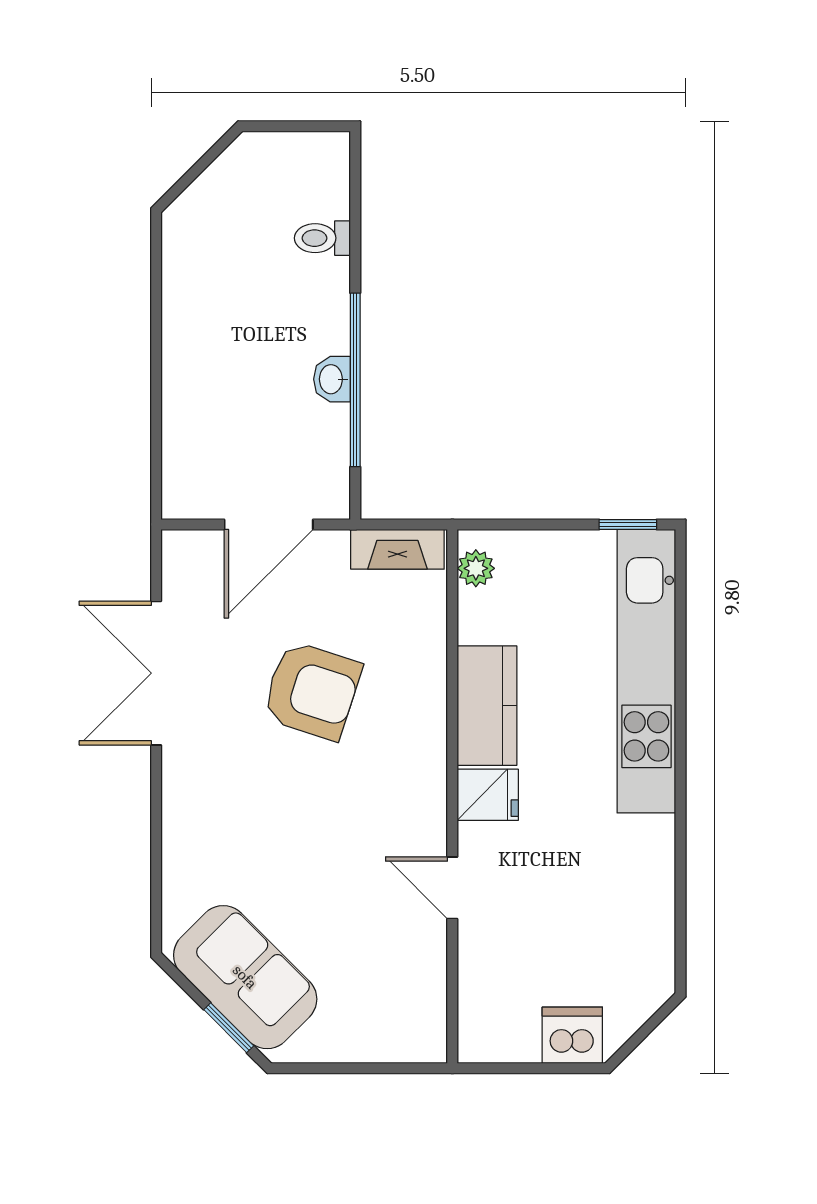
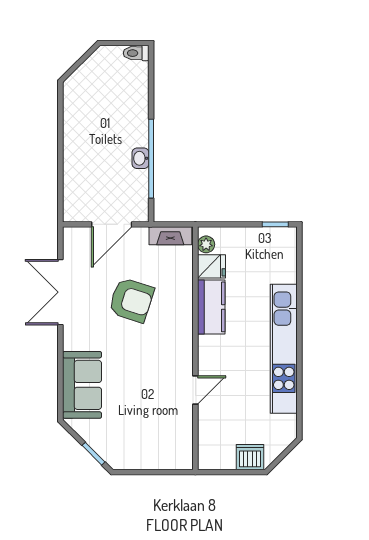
toilet: (322, 238) -> (136, 53), moved
kitchen unit: (646, 671) -> (284, 349), moved
fridge: (488, 795) -> (212, 266), moved
door: (452, 888) -> (195, 390), swing flipped
sofa: (245, 977) -> (82, 385), moved, turned 45

